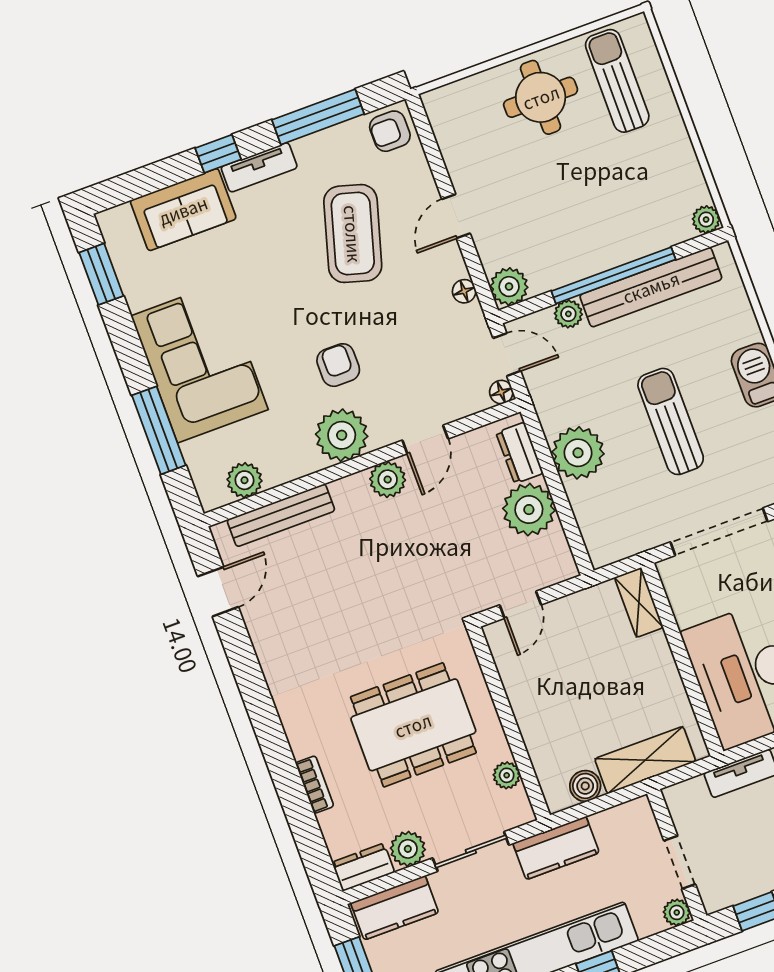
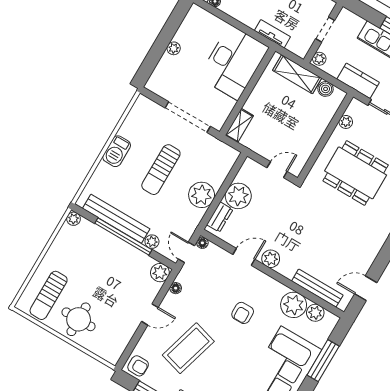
plant: (342, 435) -> (294, 305), moved
plant: (677, 912) -> (319, 59), moved

